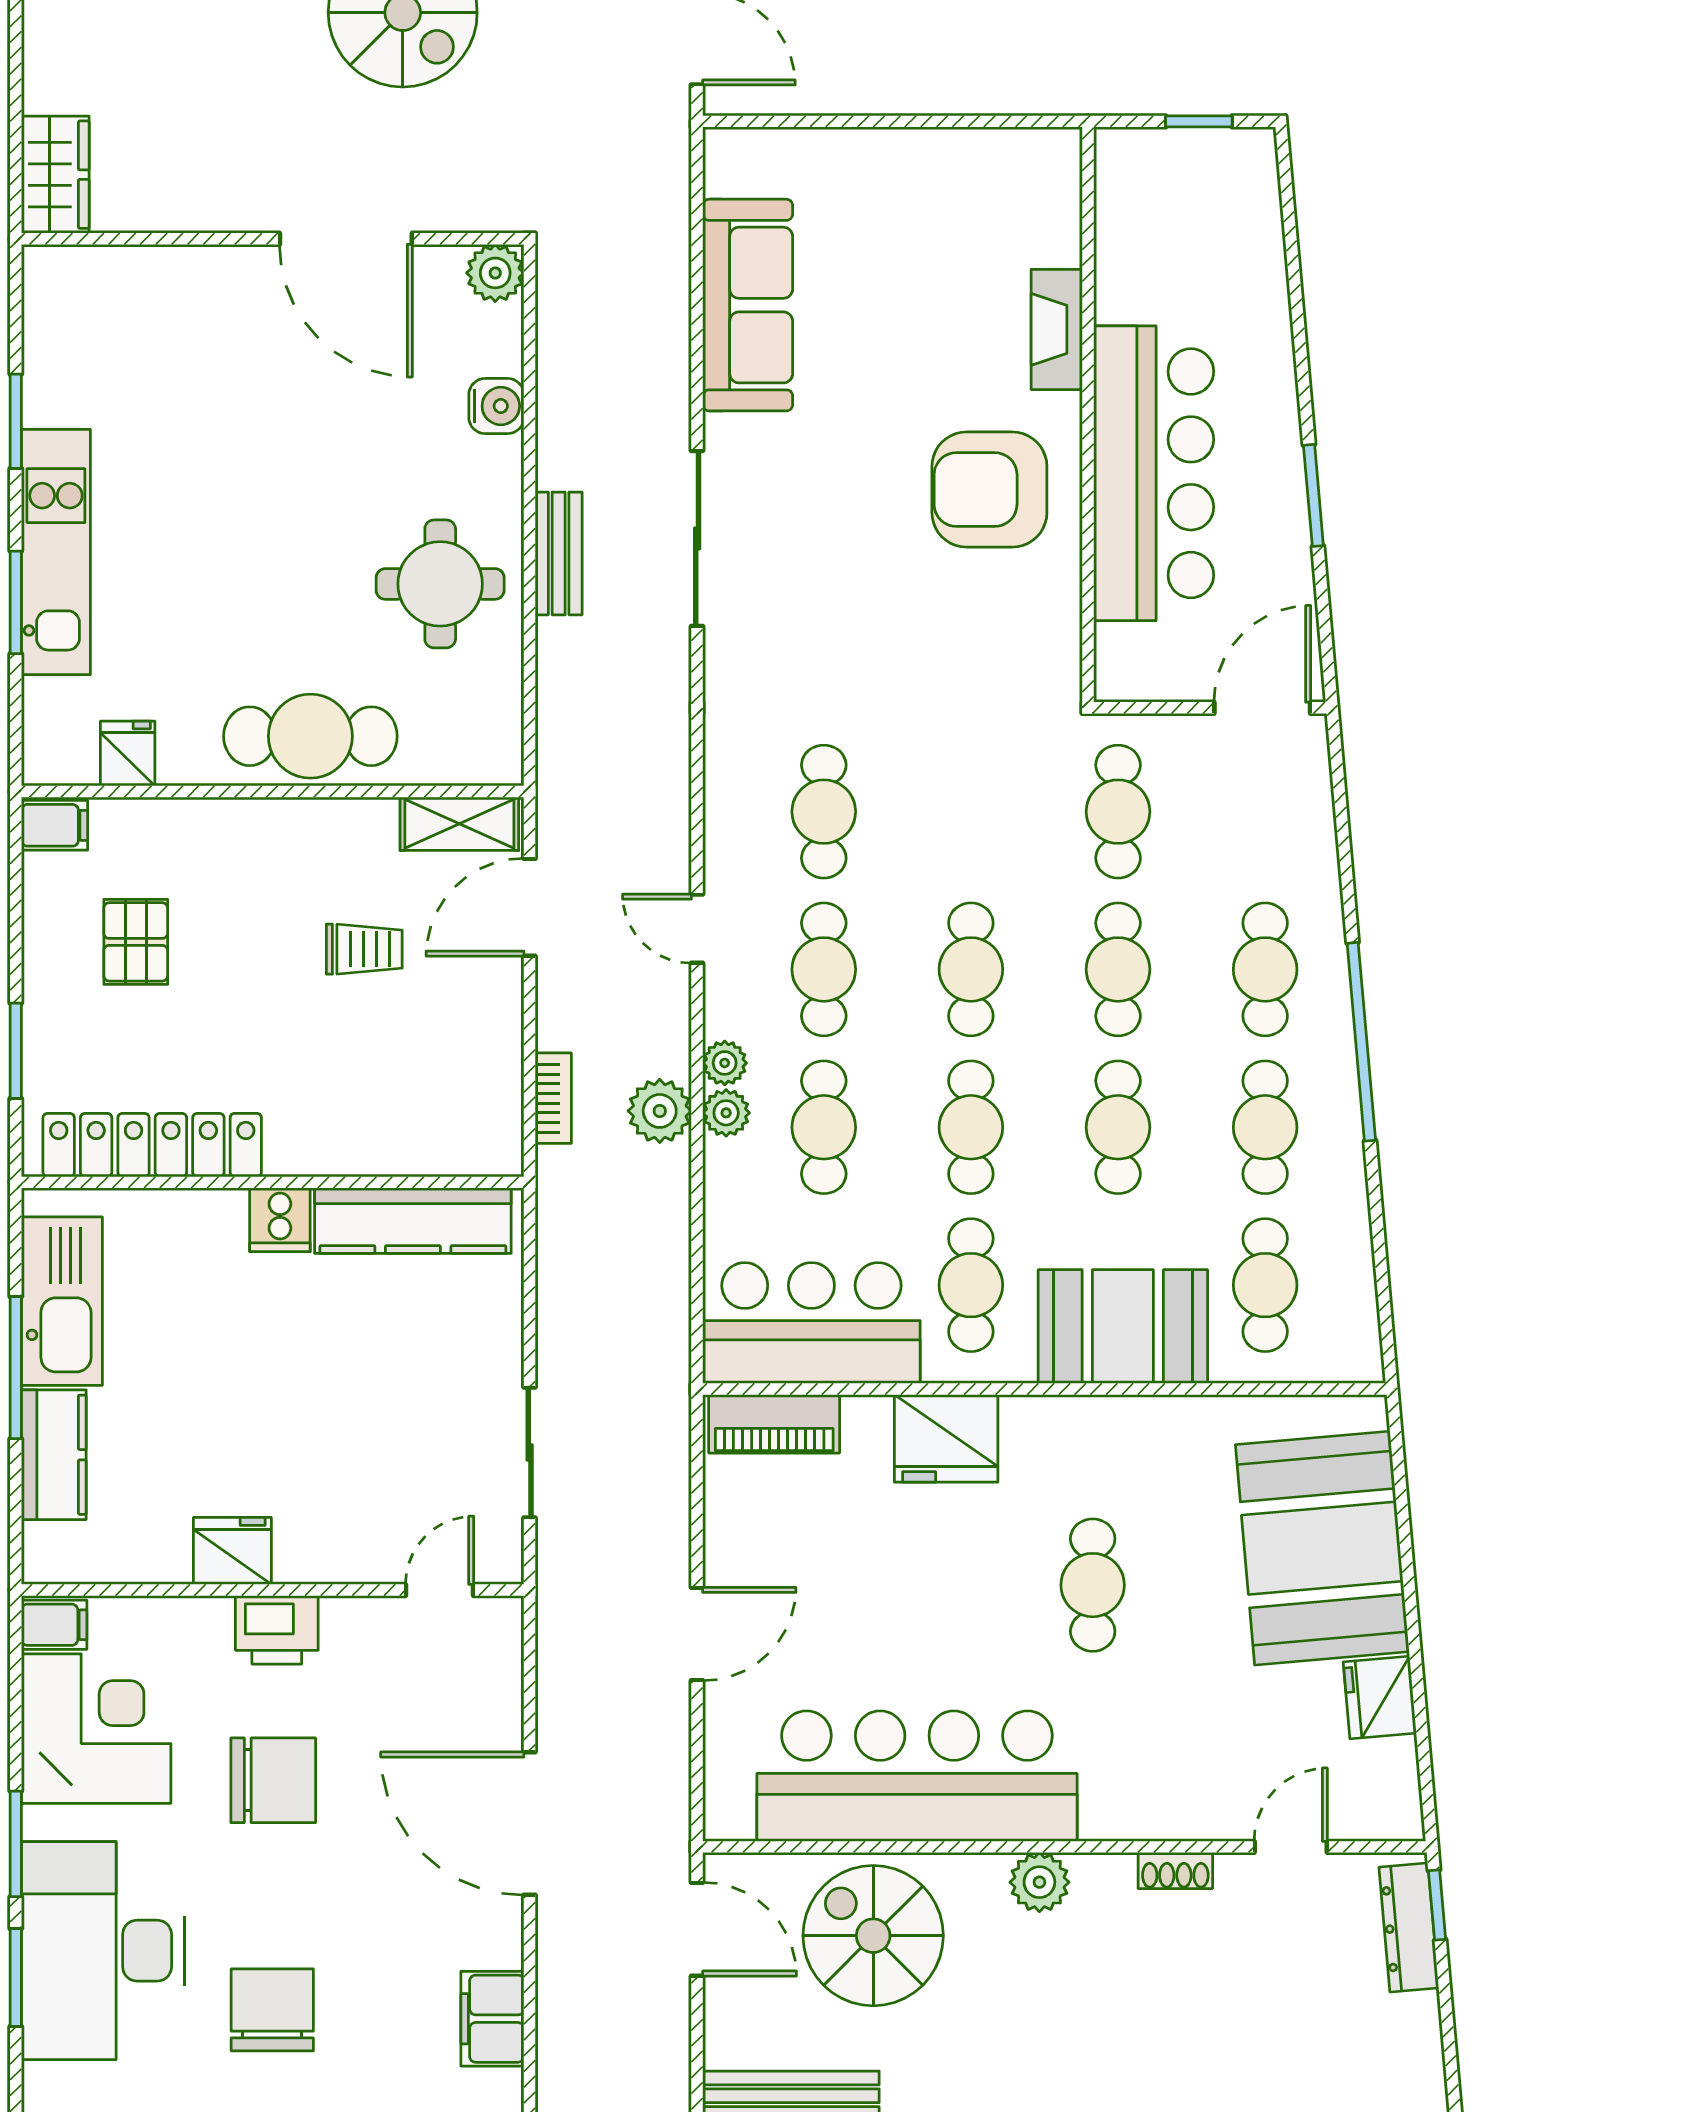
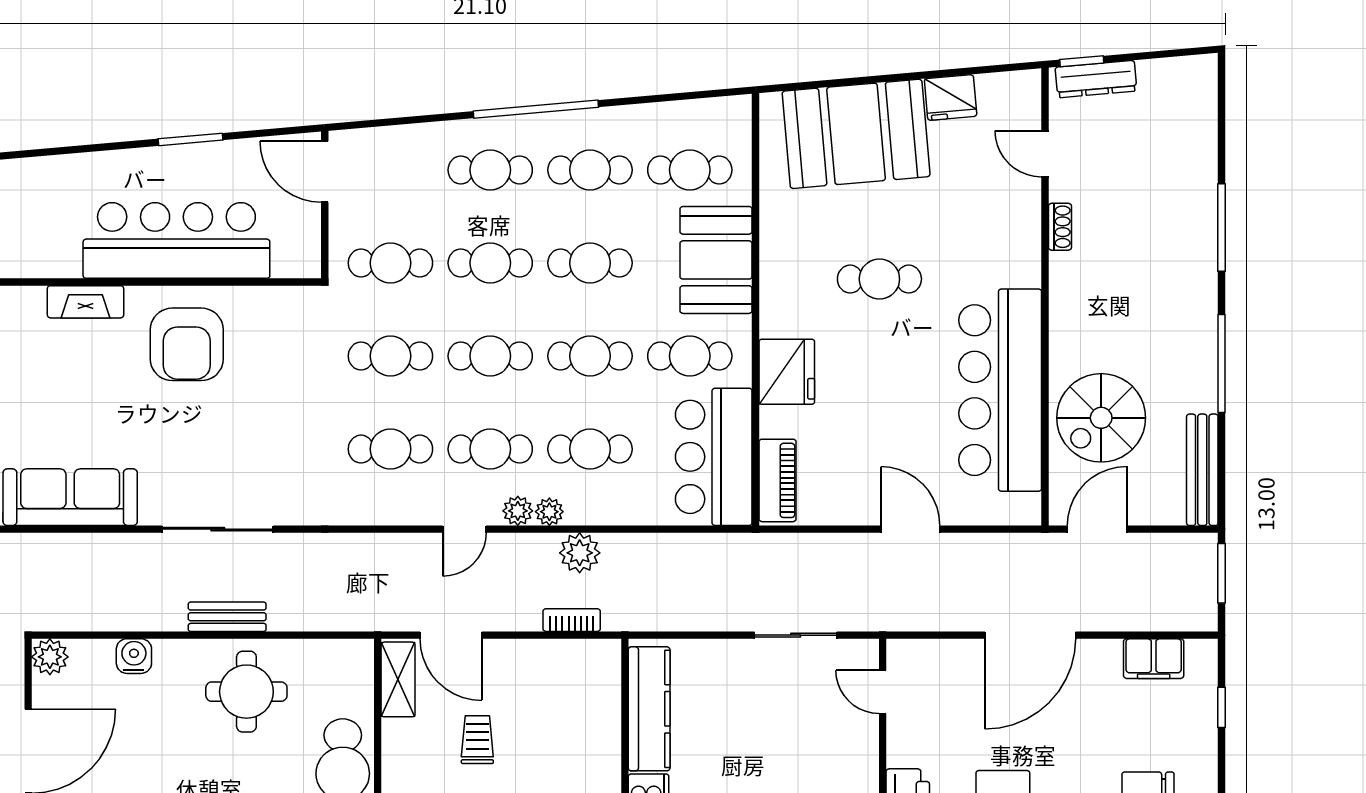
cafe table: (971, 812) -> (390, 356), added
plant: (726, 1113) -> (518, 511), moved
plant: (1039, 1882) -> (1067, 313), removed

